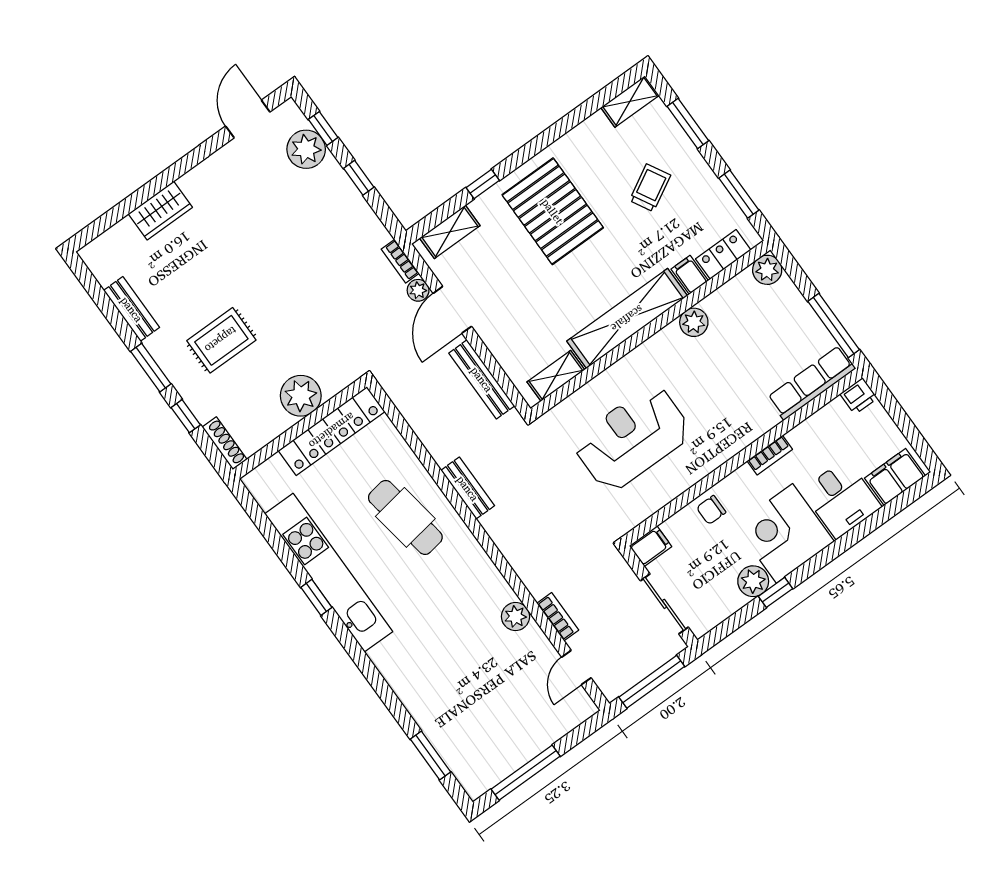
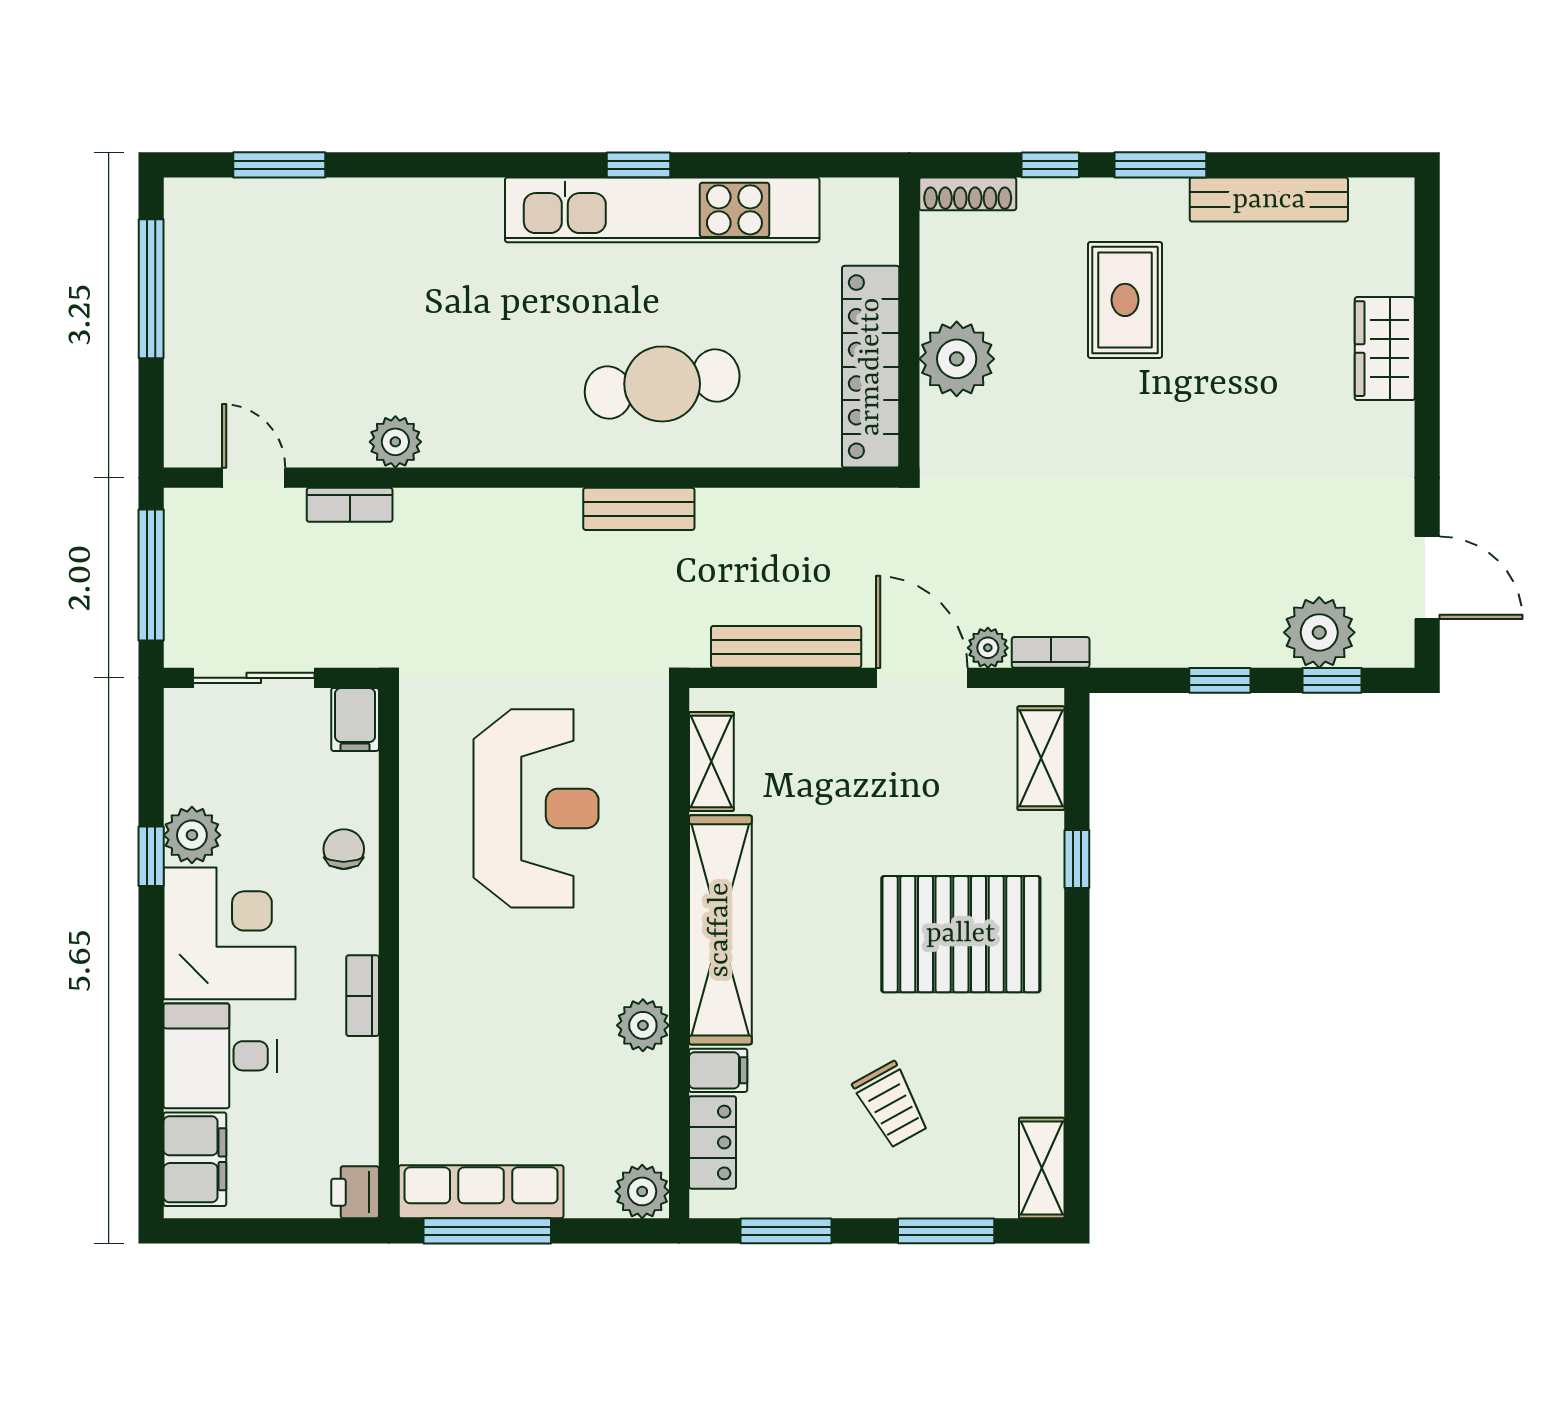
bench: (132, 309) -> (1269, 200), width x1.36
row of seats: (812, 383) -> (481, 1192), moved, turned -90

